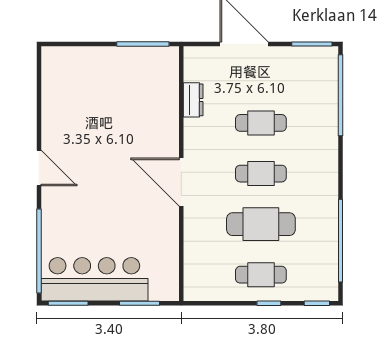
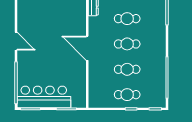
cafe table: (261, 224) -> (127, 69), width x0.73, depth x0.74

